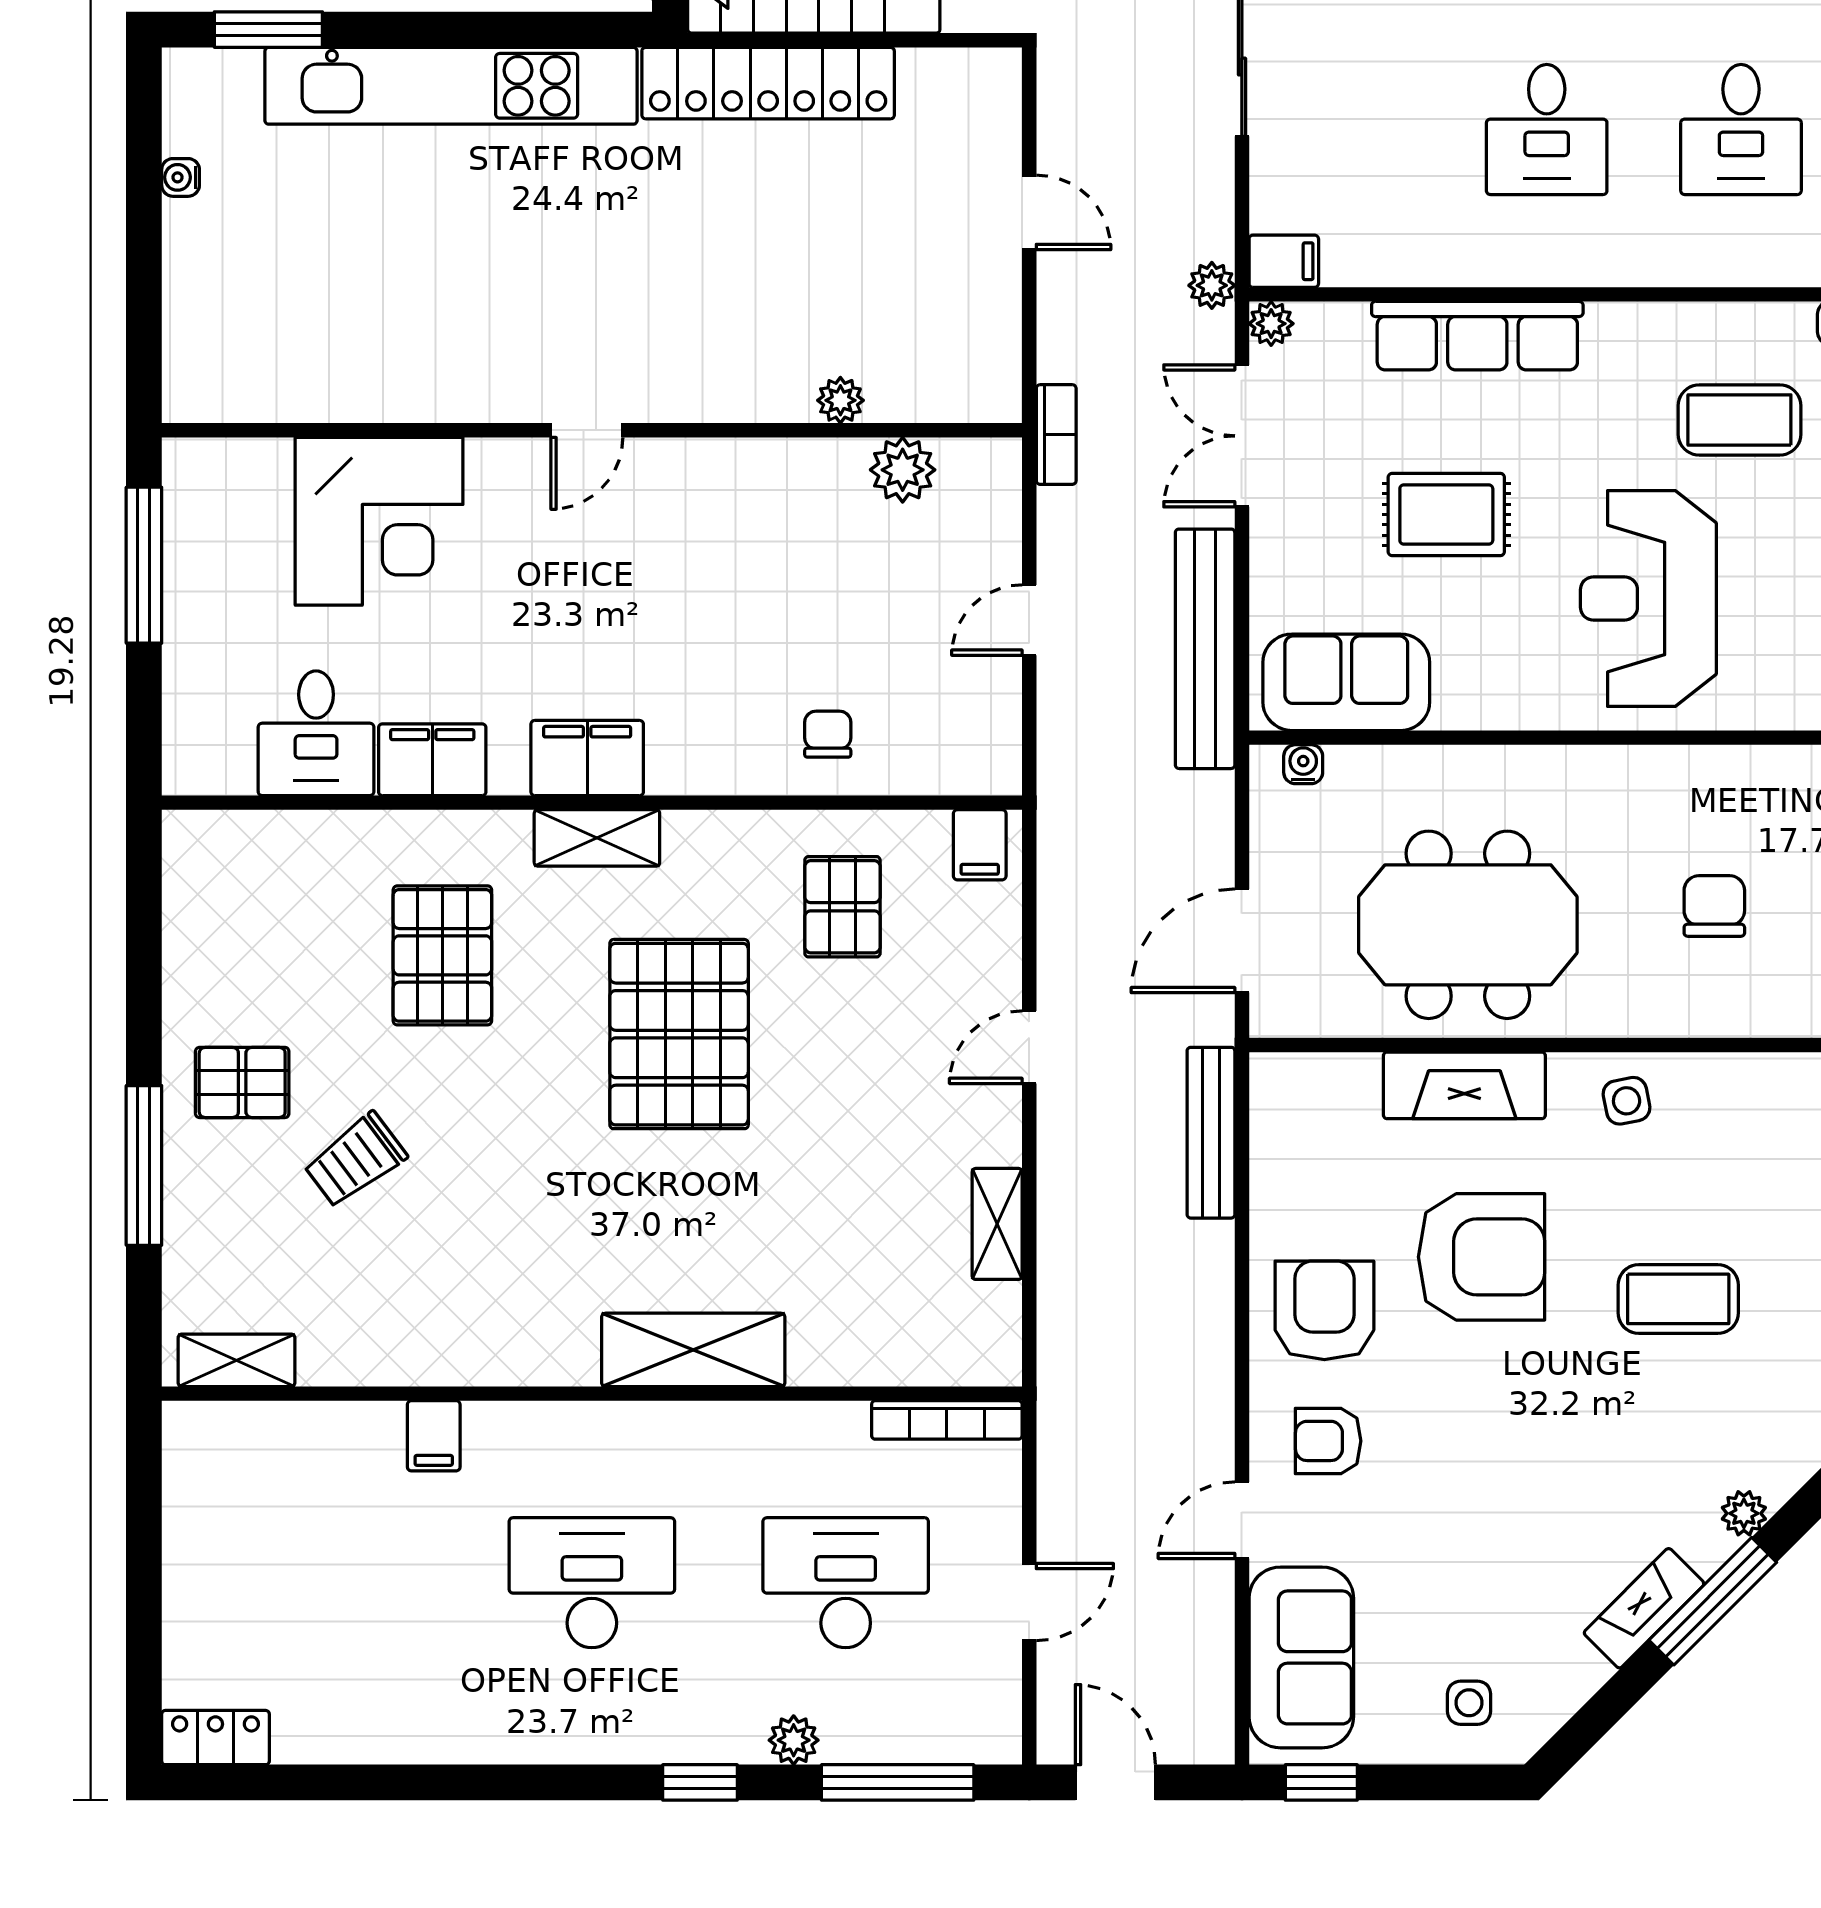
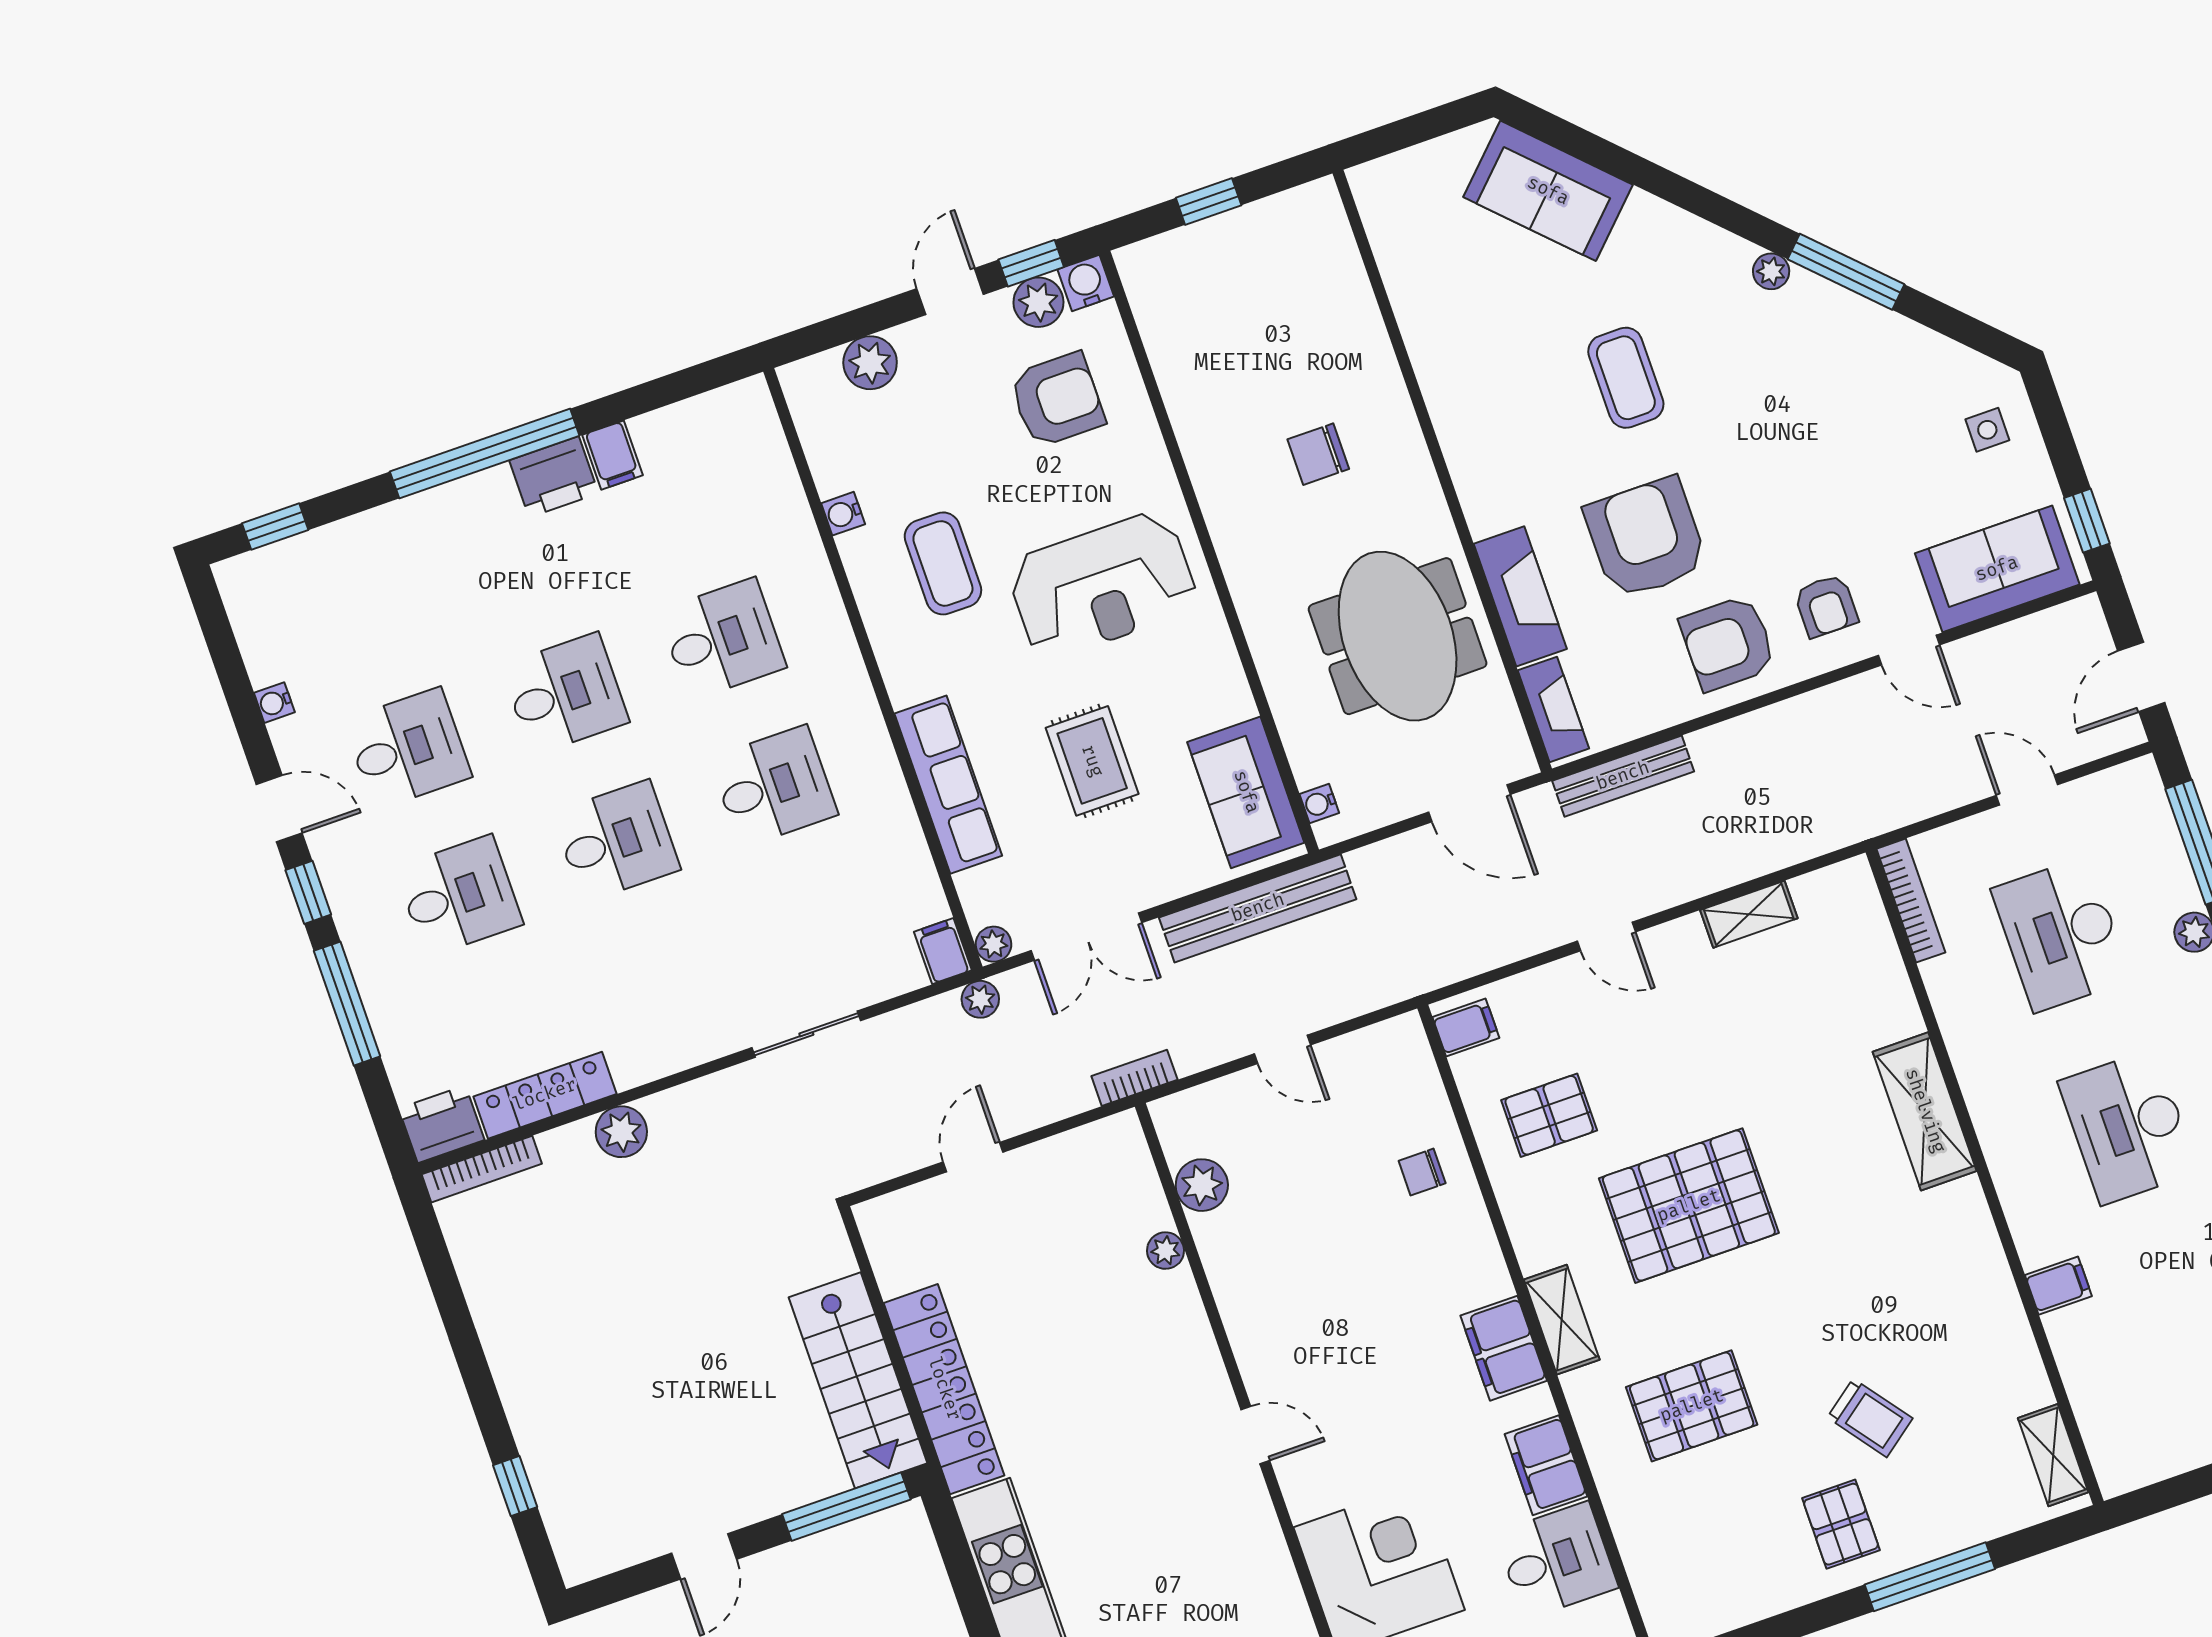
side table: (1627, 1101) -> (1489, 469), removed
fireplace: (1644, 1608) -> (1553, 709), moved, turned -135

